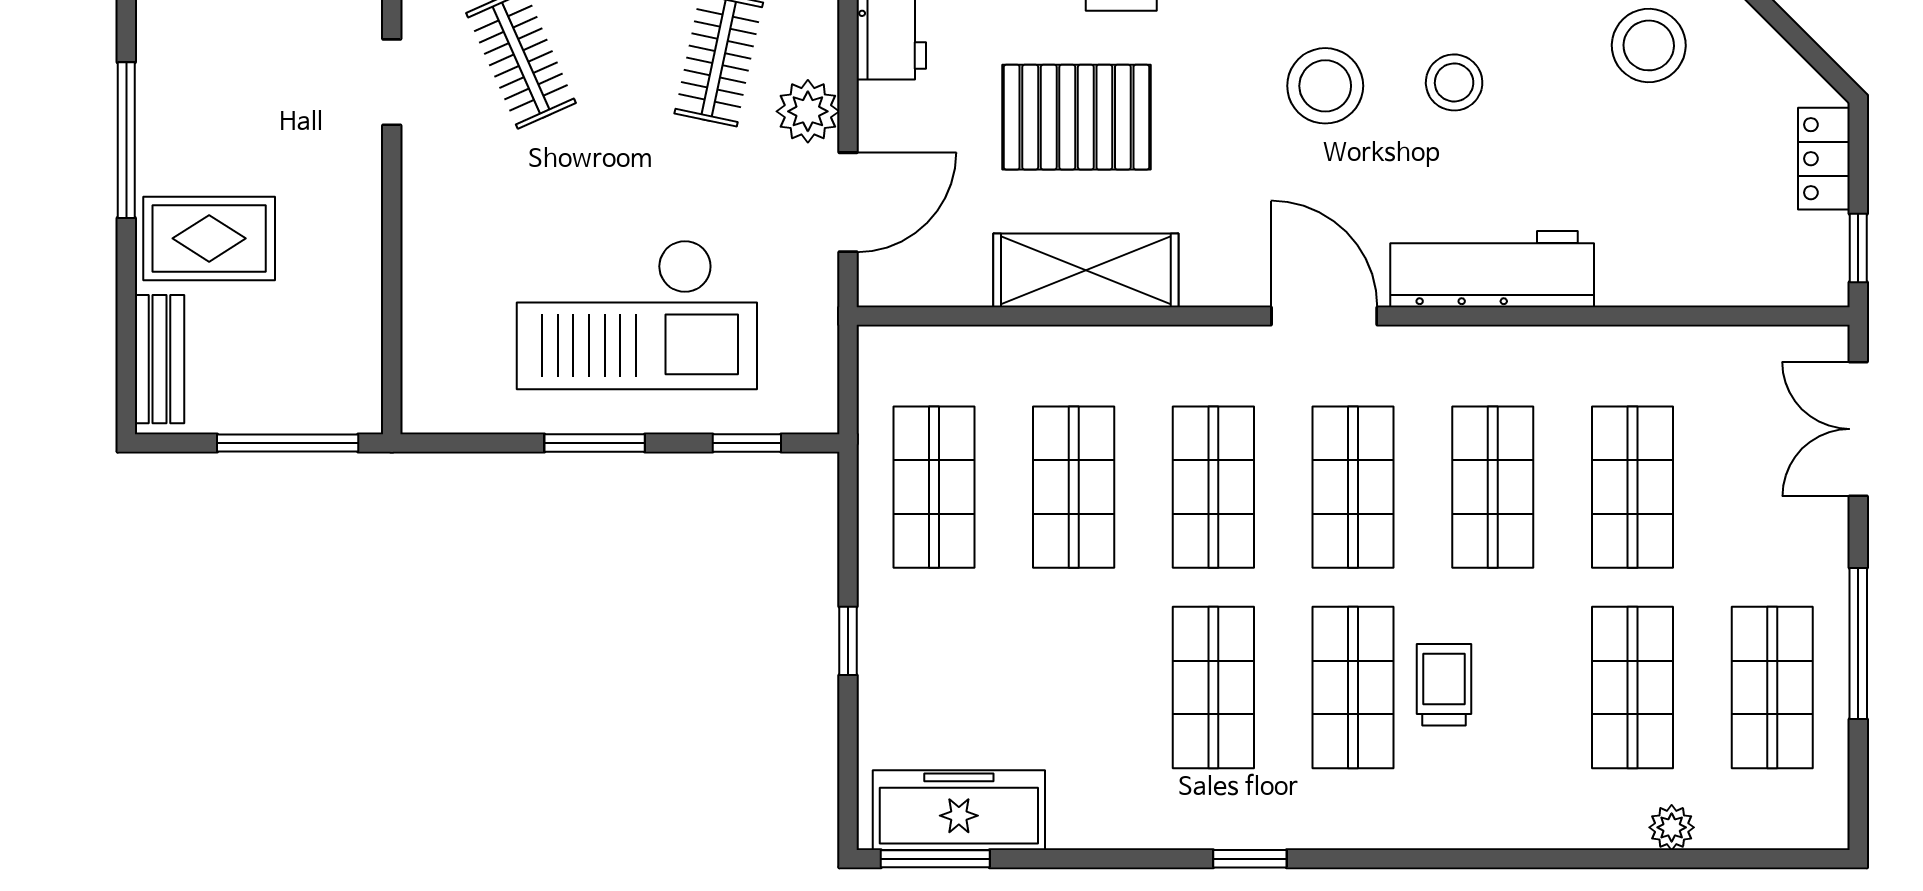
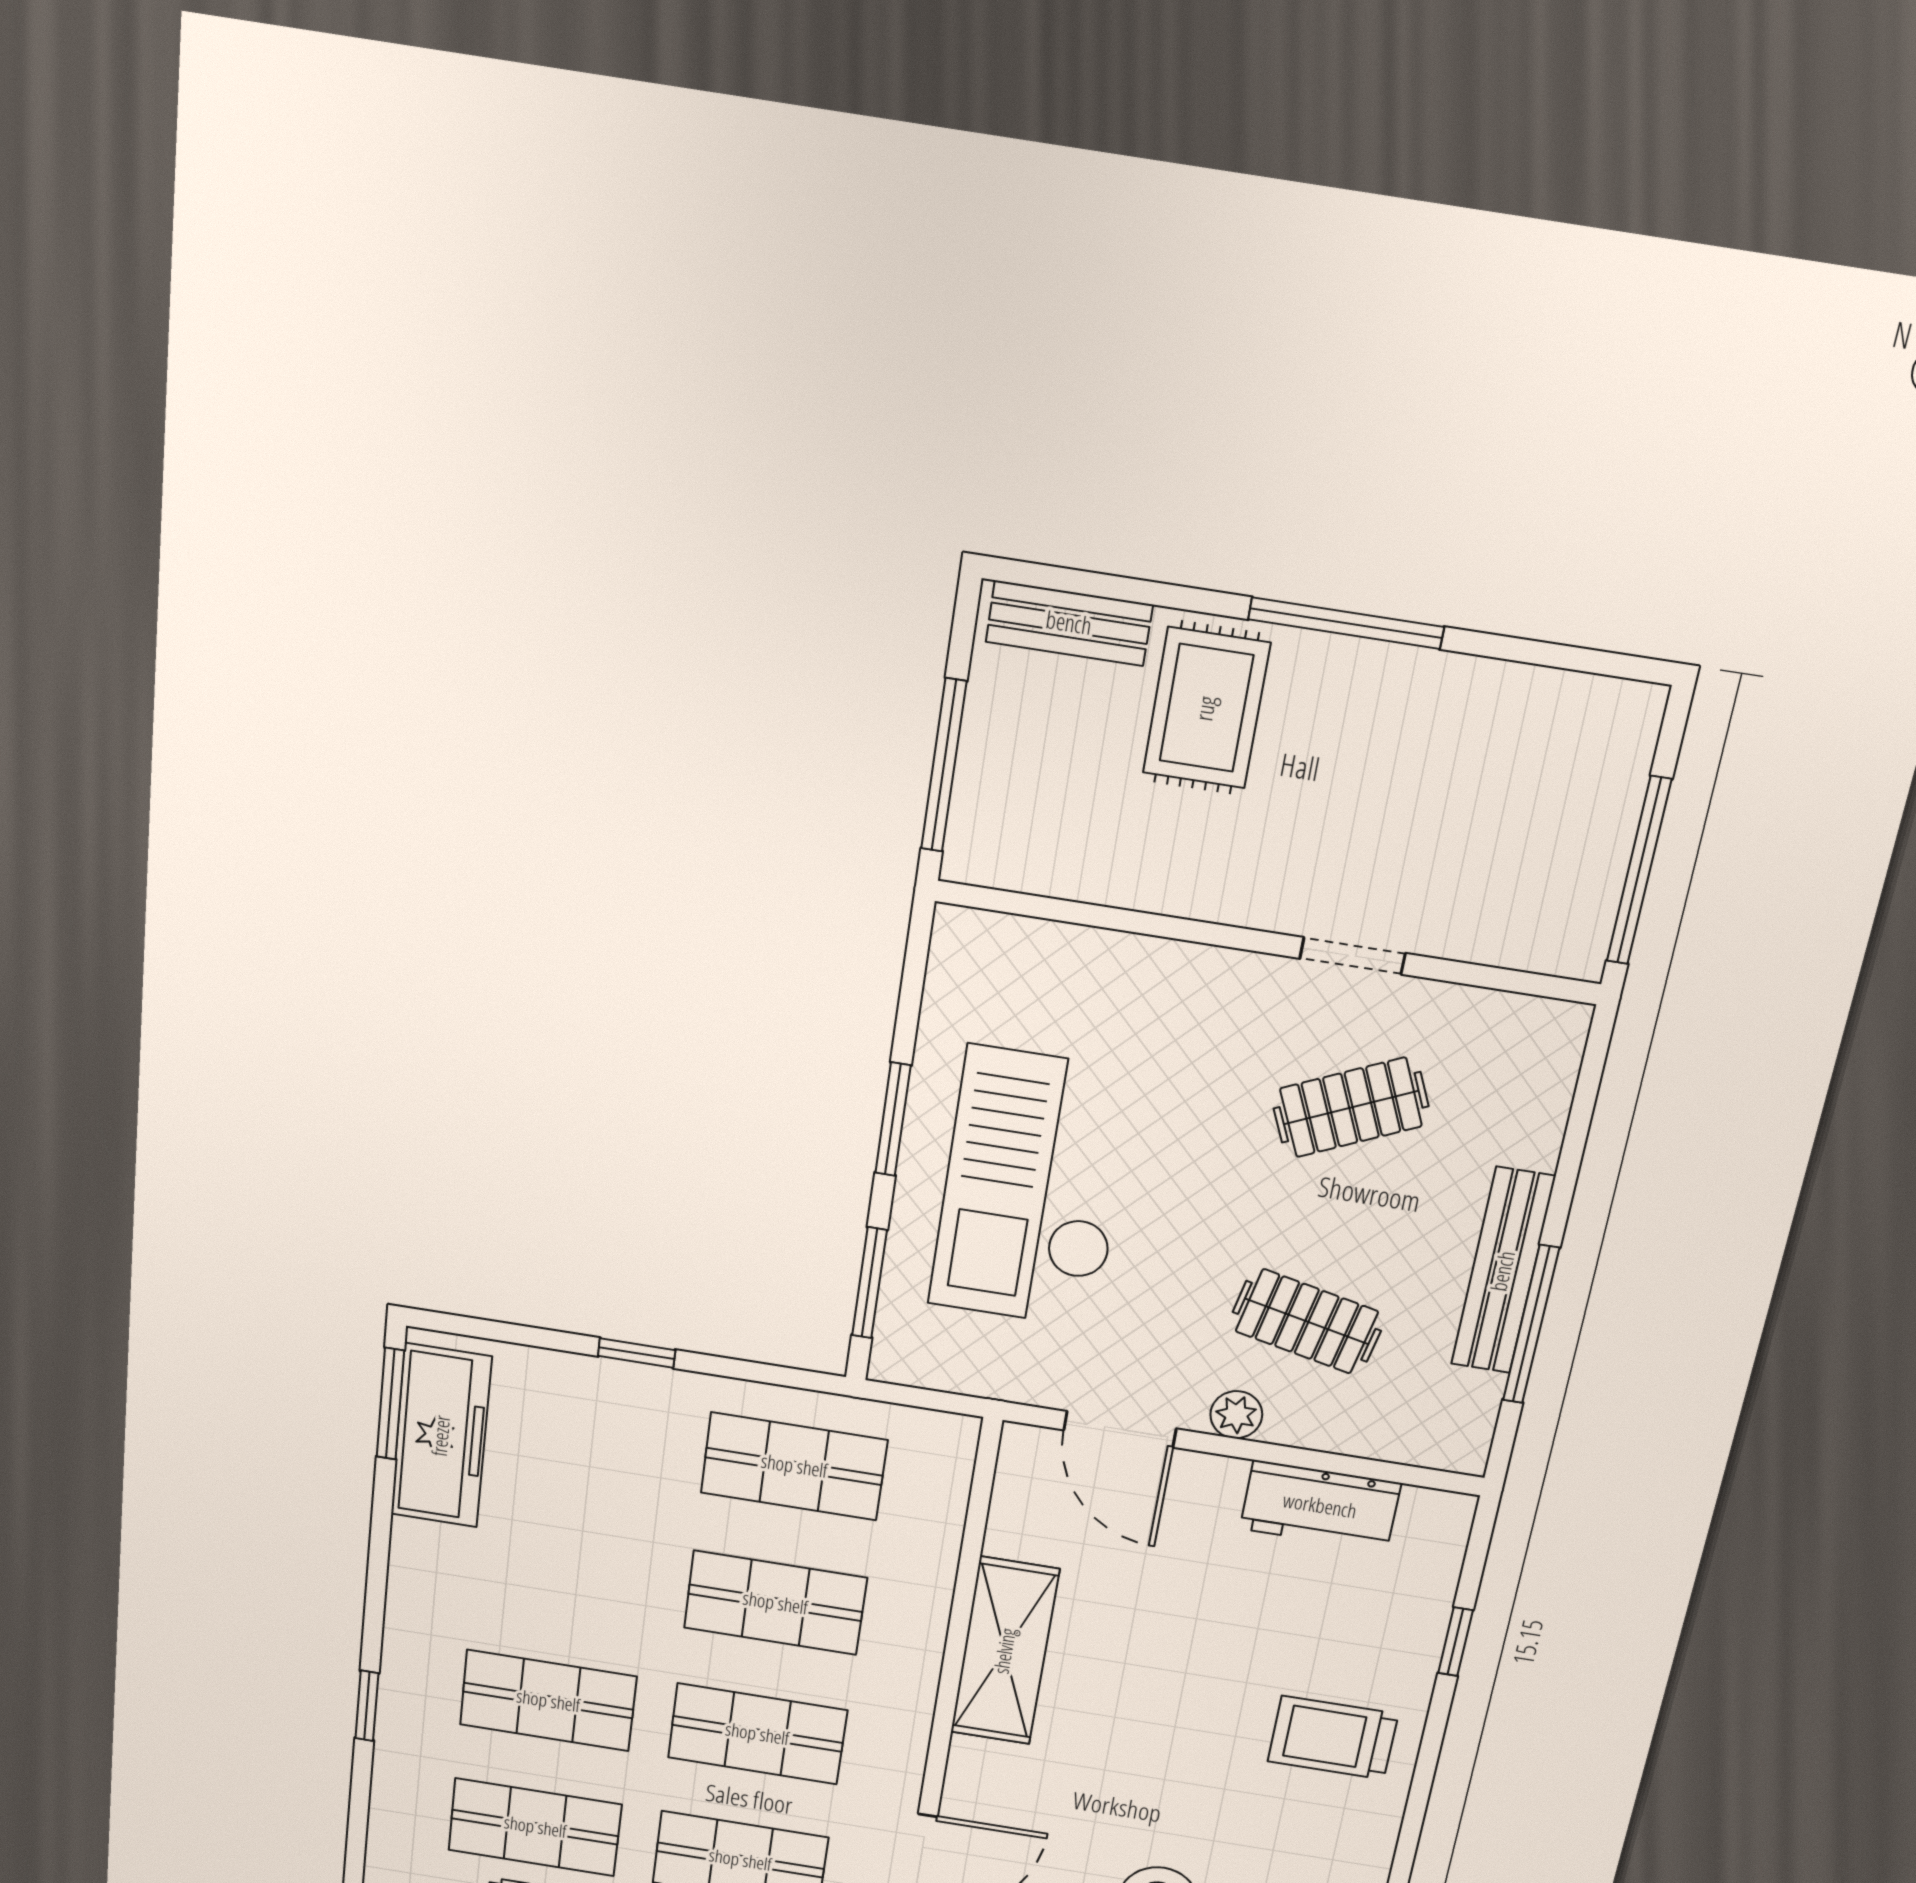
plant: (808, 111) -> (1236, 1415), width x0.73, depth x0.73
pallet: (1077, 117) -> (1170, 1668), removed
window: (747, 443) -> (869, 1283), width x1.50

